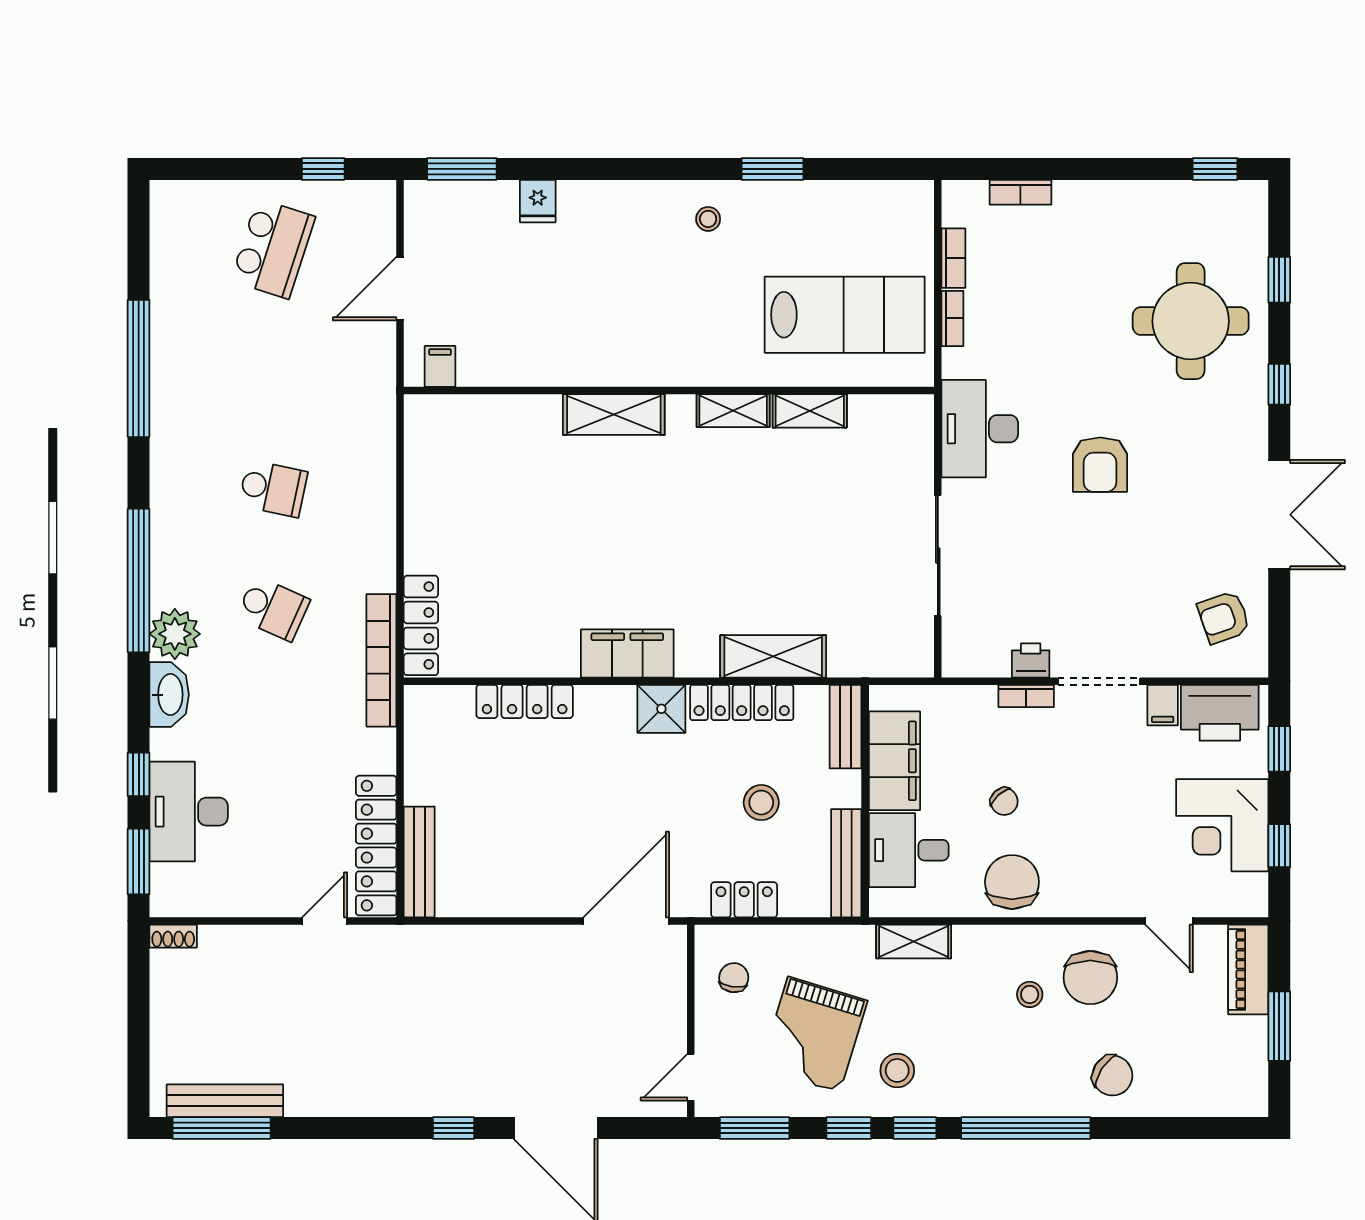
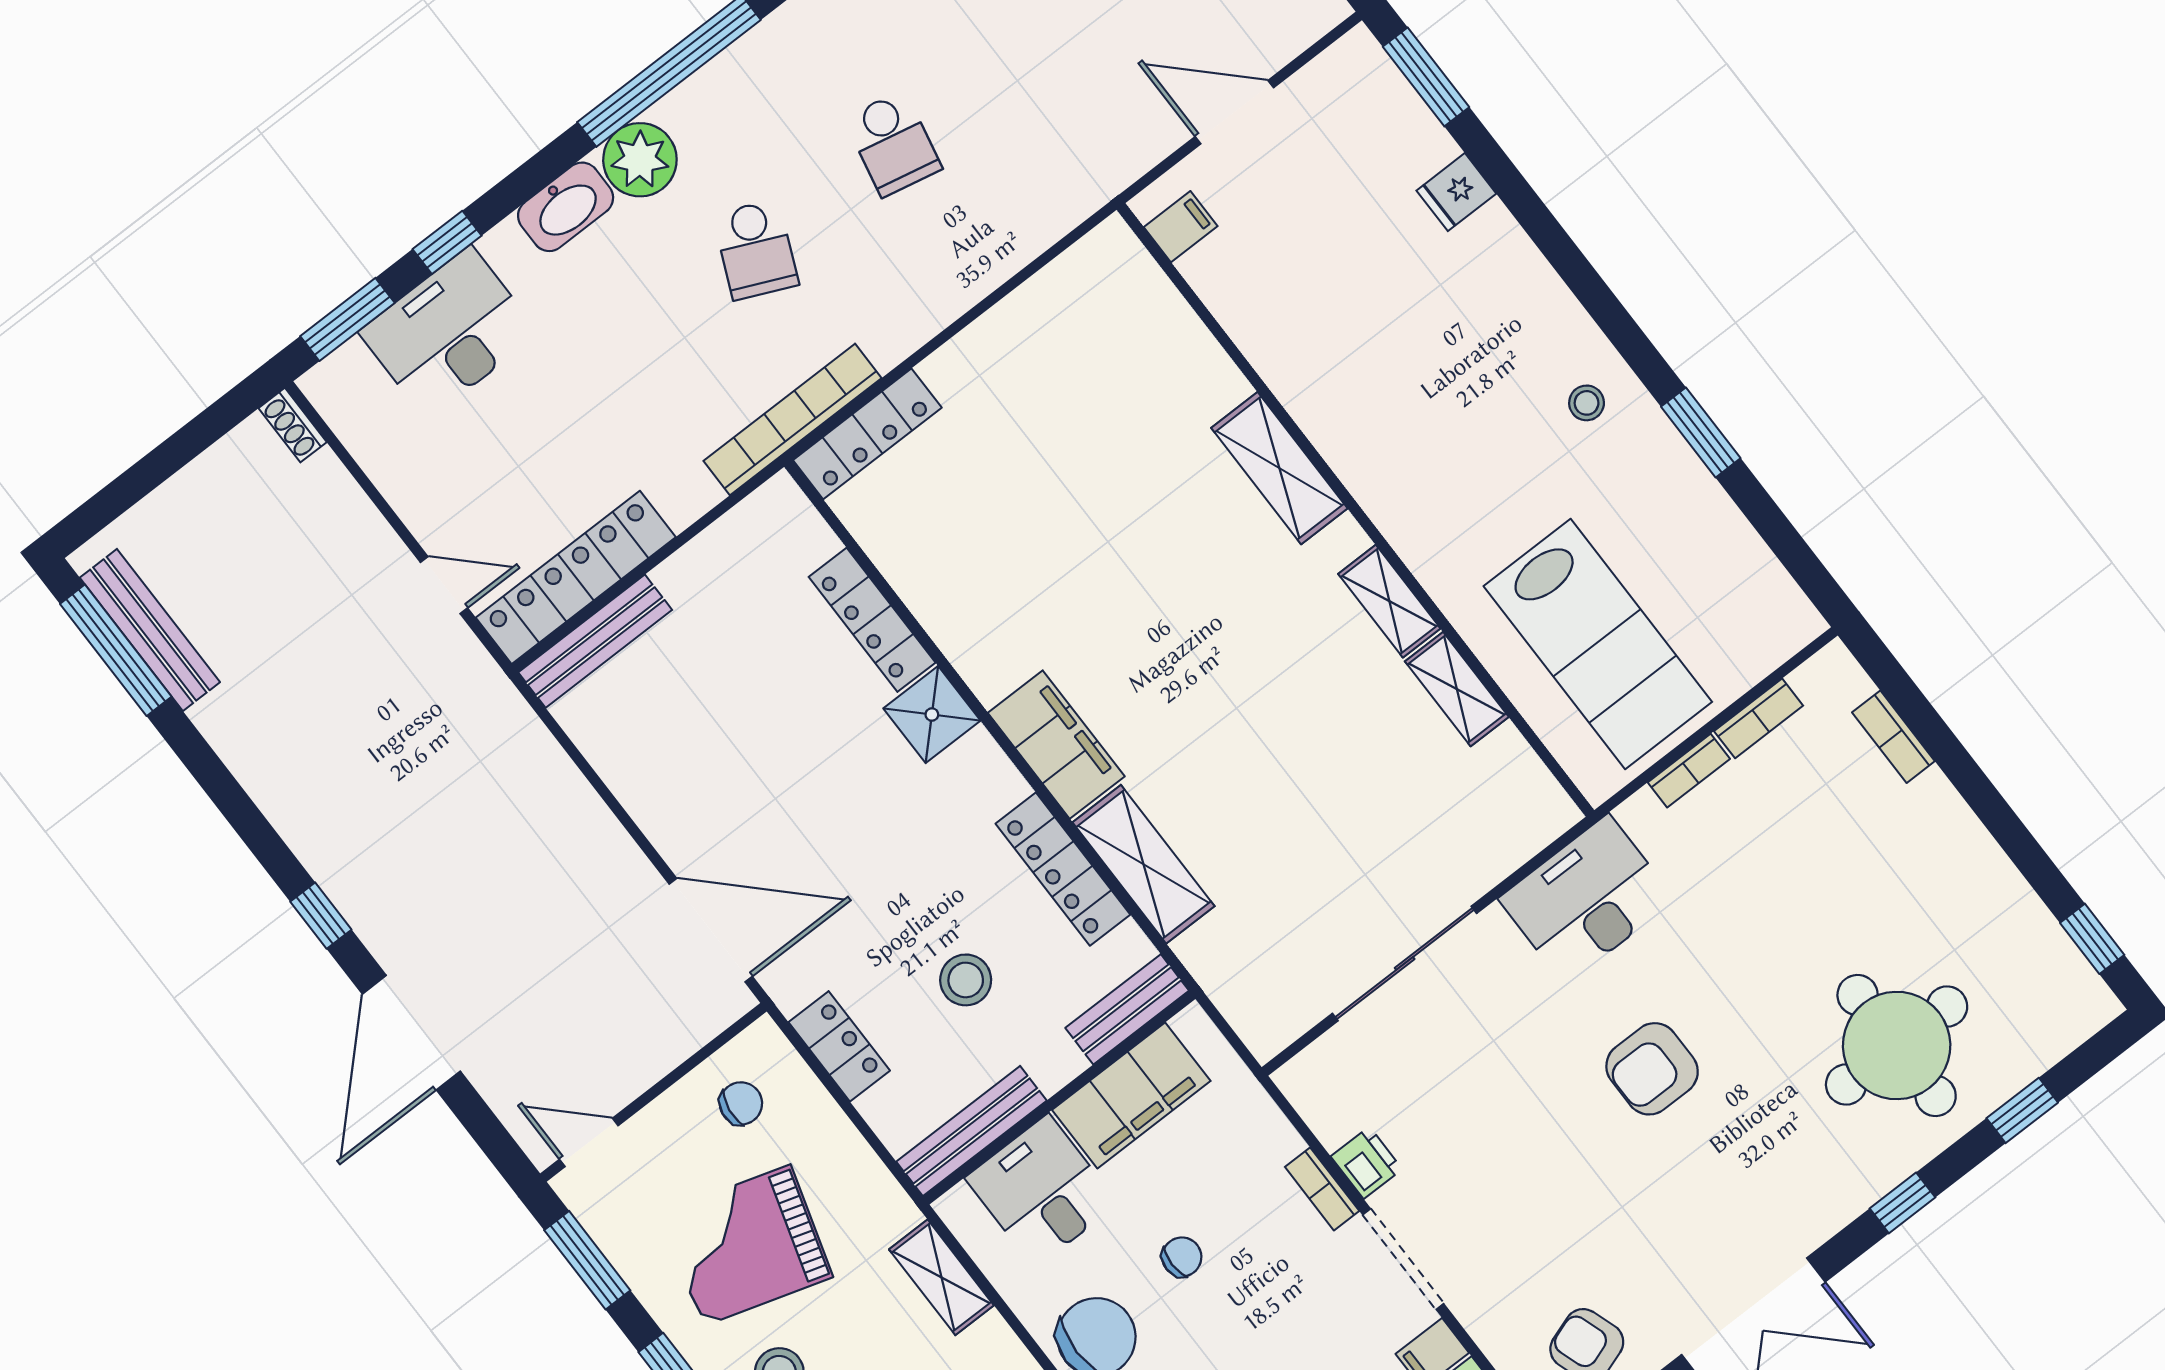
filing cabinet: (627, 654) -> (1056, 745), moved
shower: (661, 709) -> (932, 715), moved
chair: (1004, 801) -> (1182, 1257), turned -138

